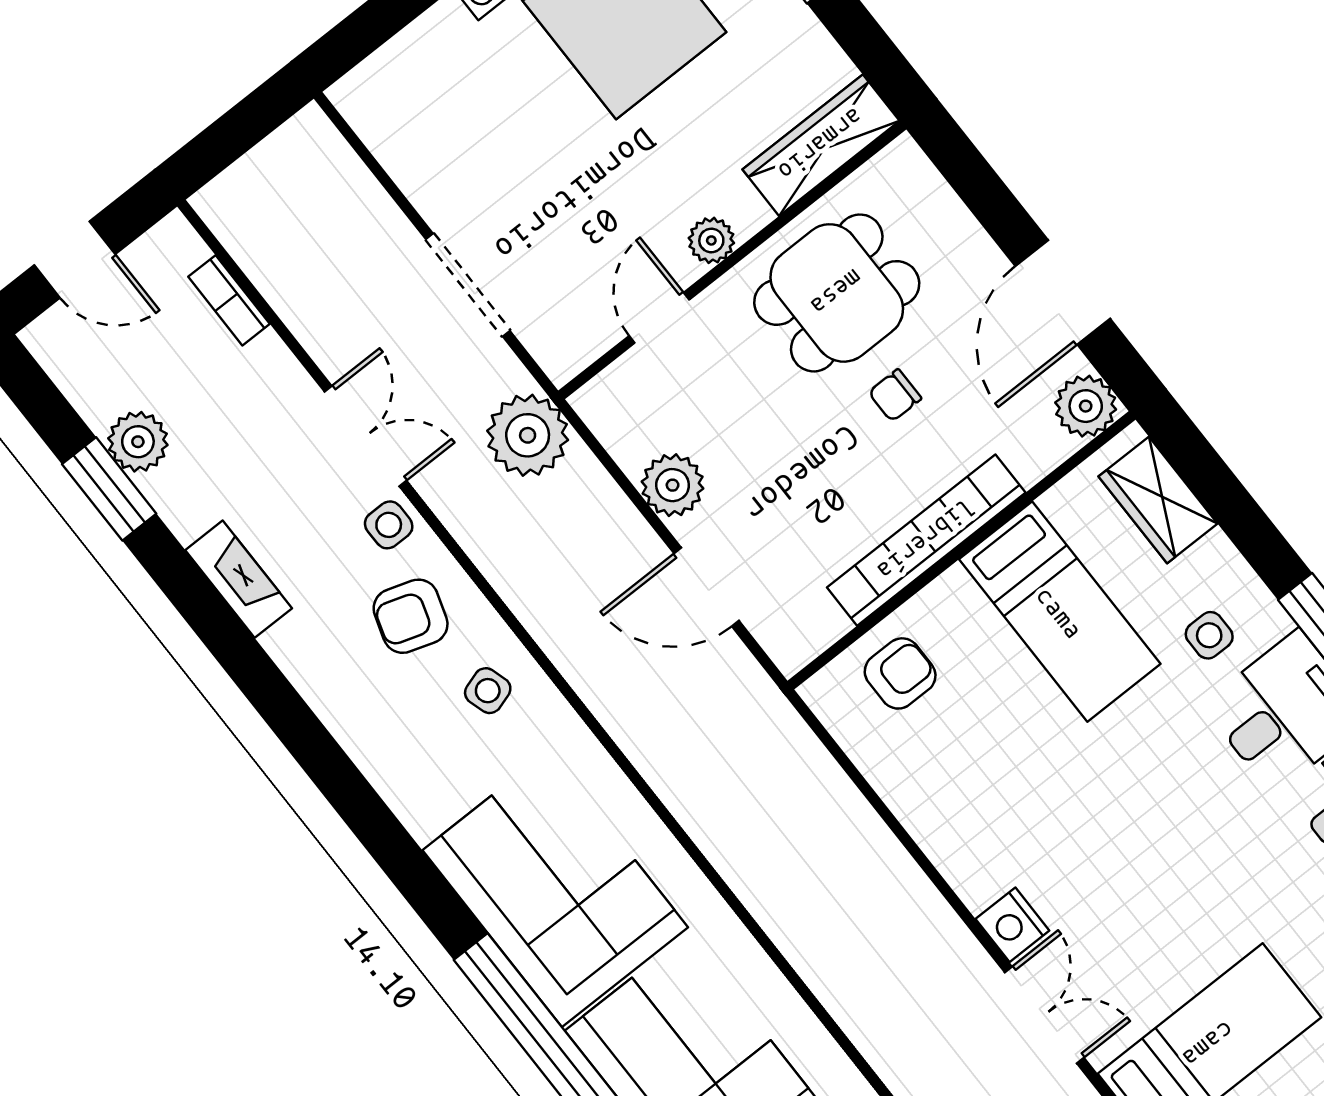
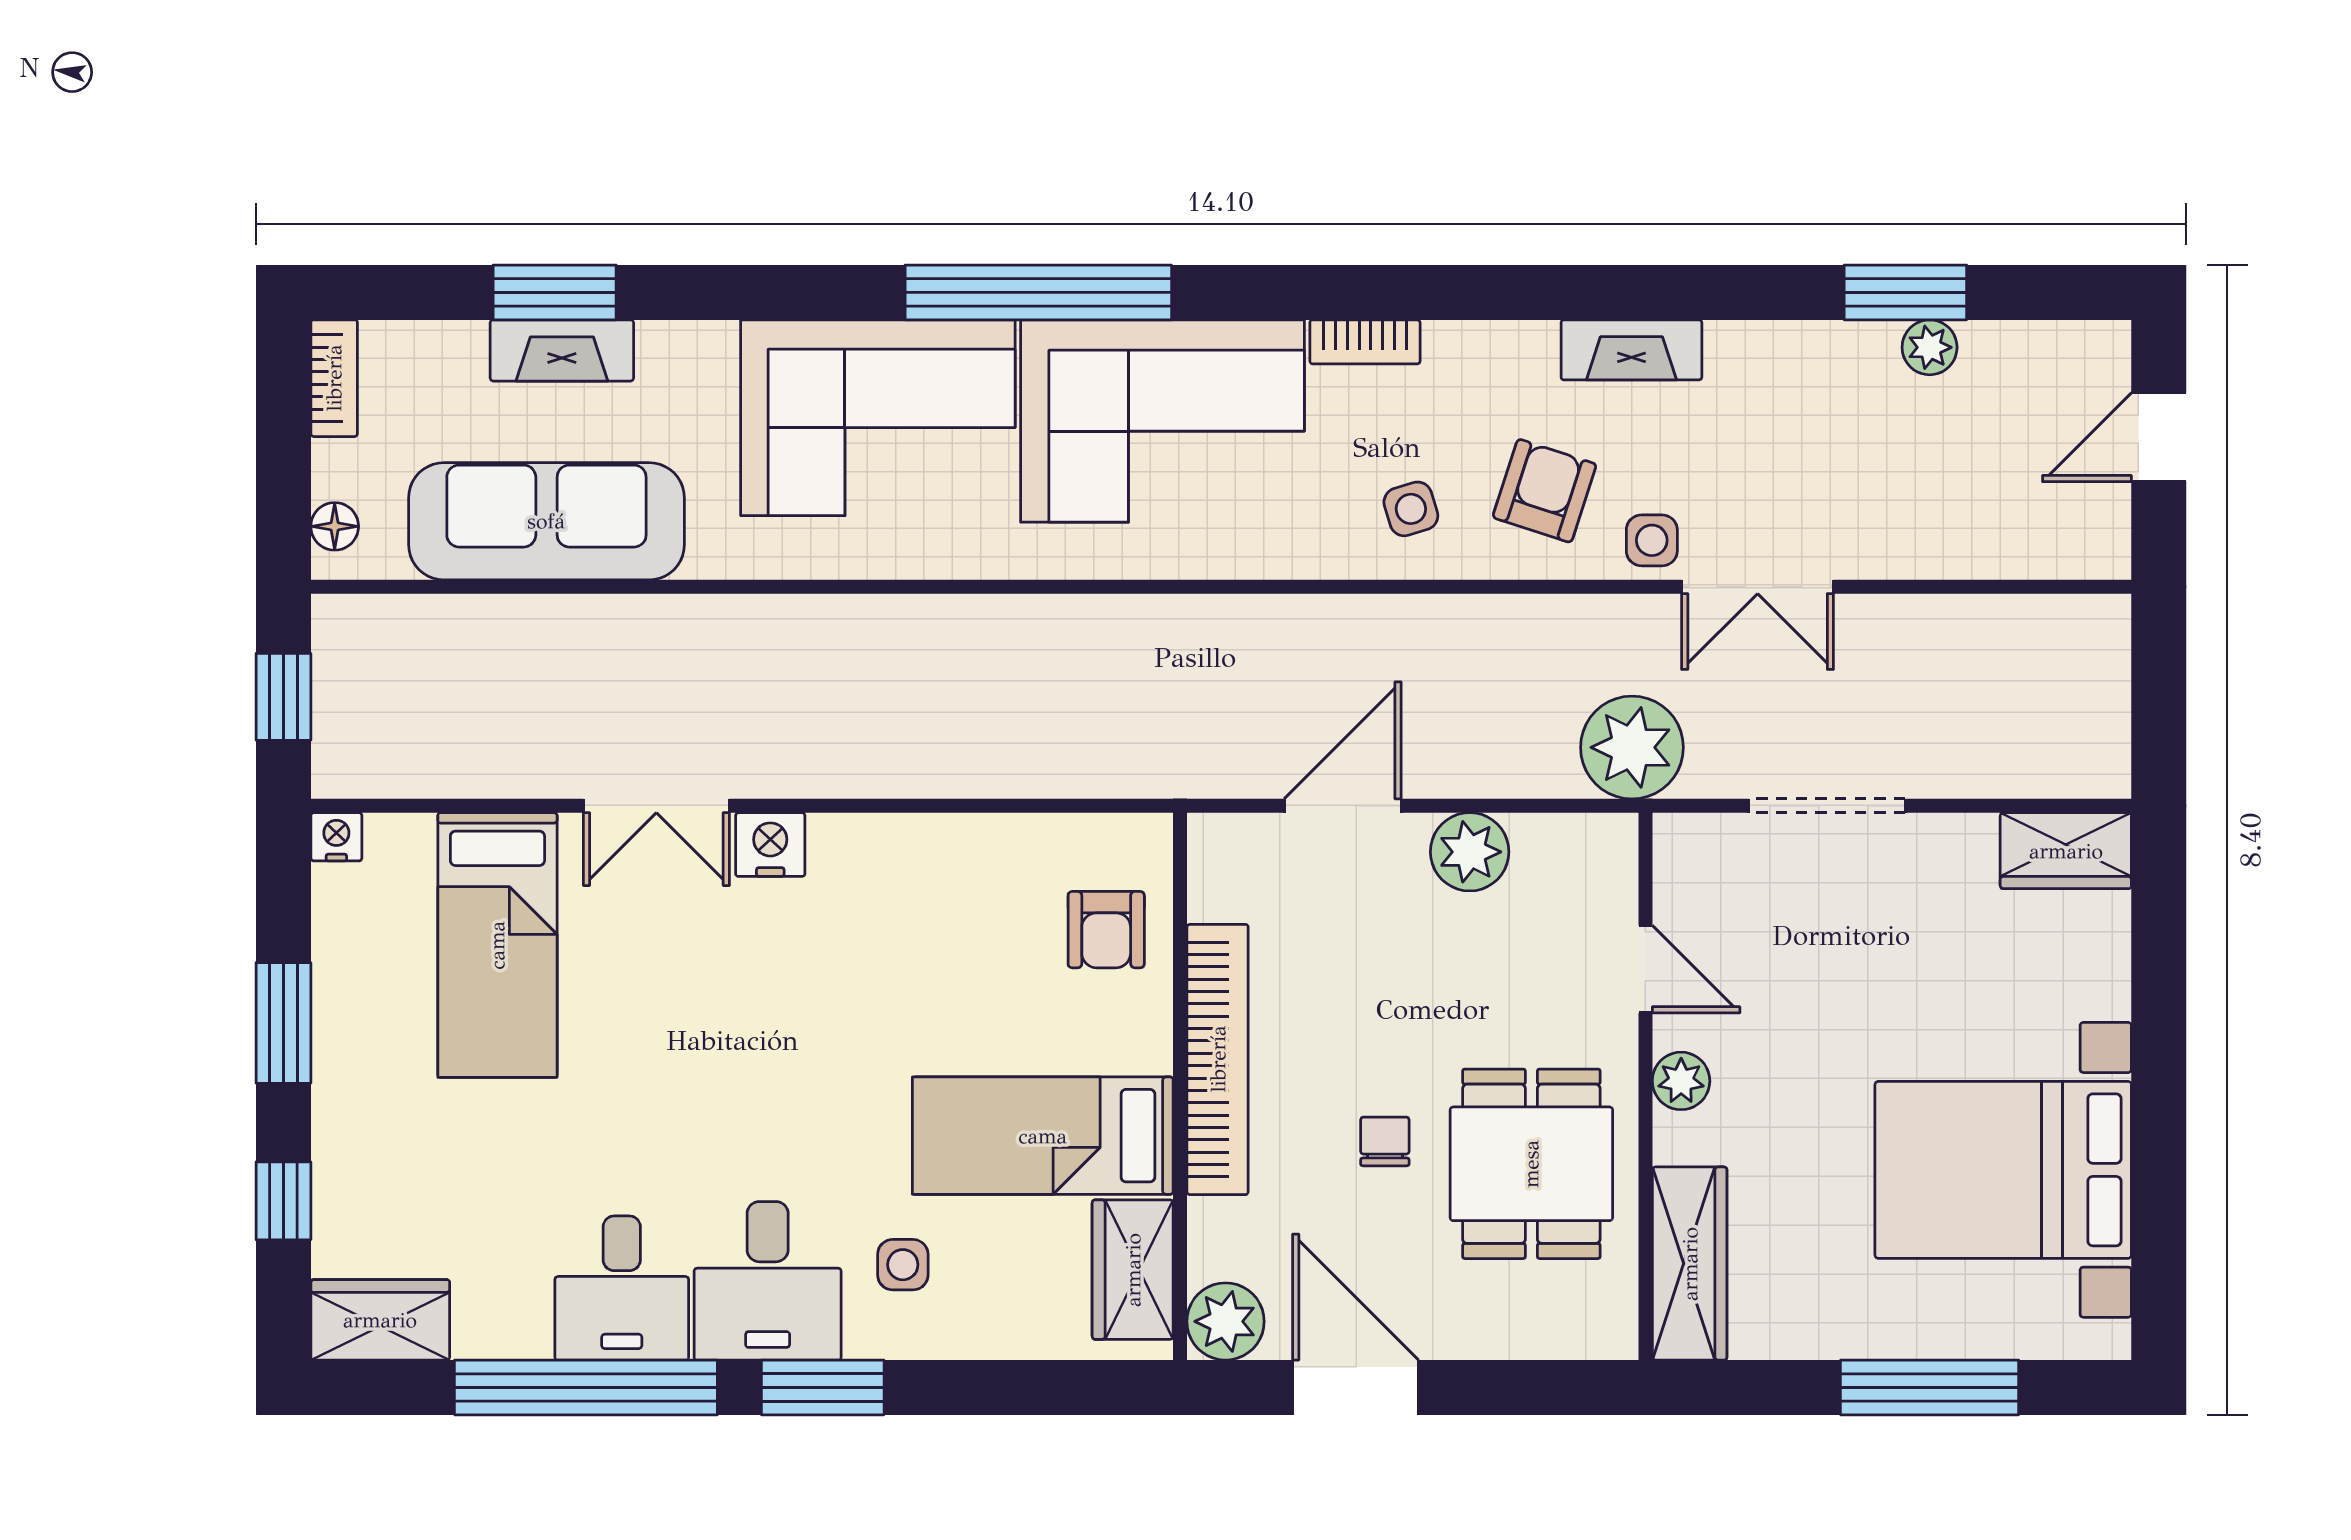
wardrobe: (378, 114) -> (2066, 851), added
bookcase: (229, 300) -> (1365, 342), moved, turned 180
plant: (138, 442) -> (1930, 347), width x0.73, depth x0.73
wardrobe: (1158, 500) -> (1133, 1270), moved, turned -90
fireplace: (239, 579) -> (1631, 350), moved

